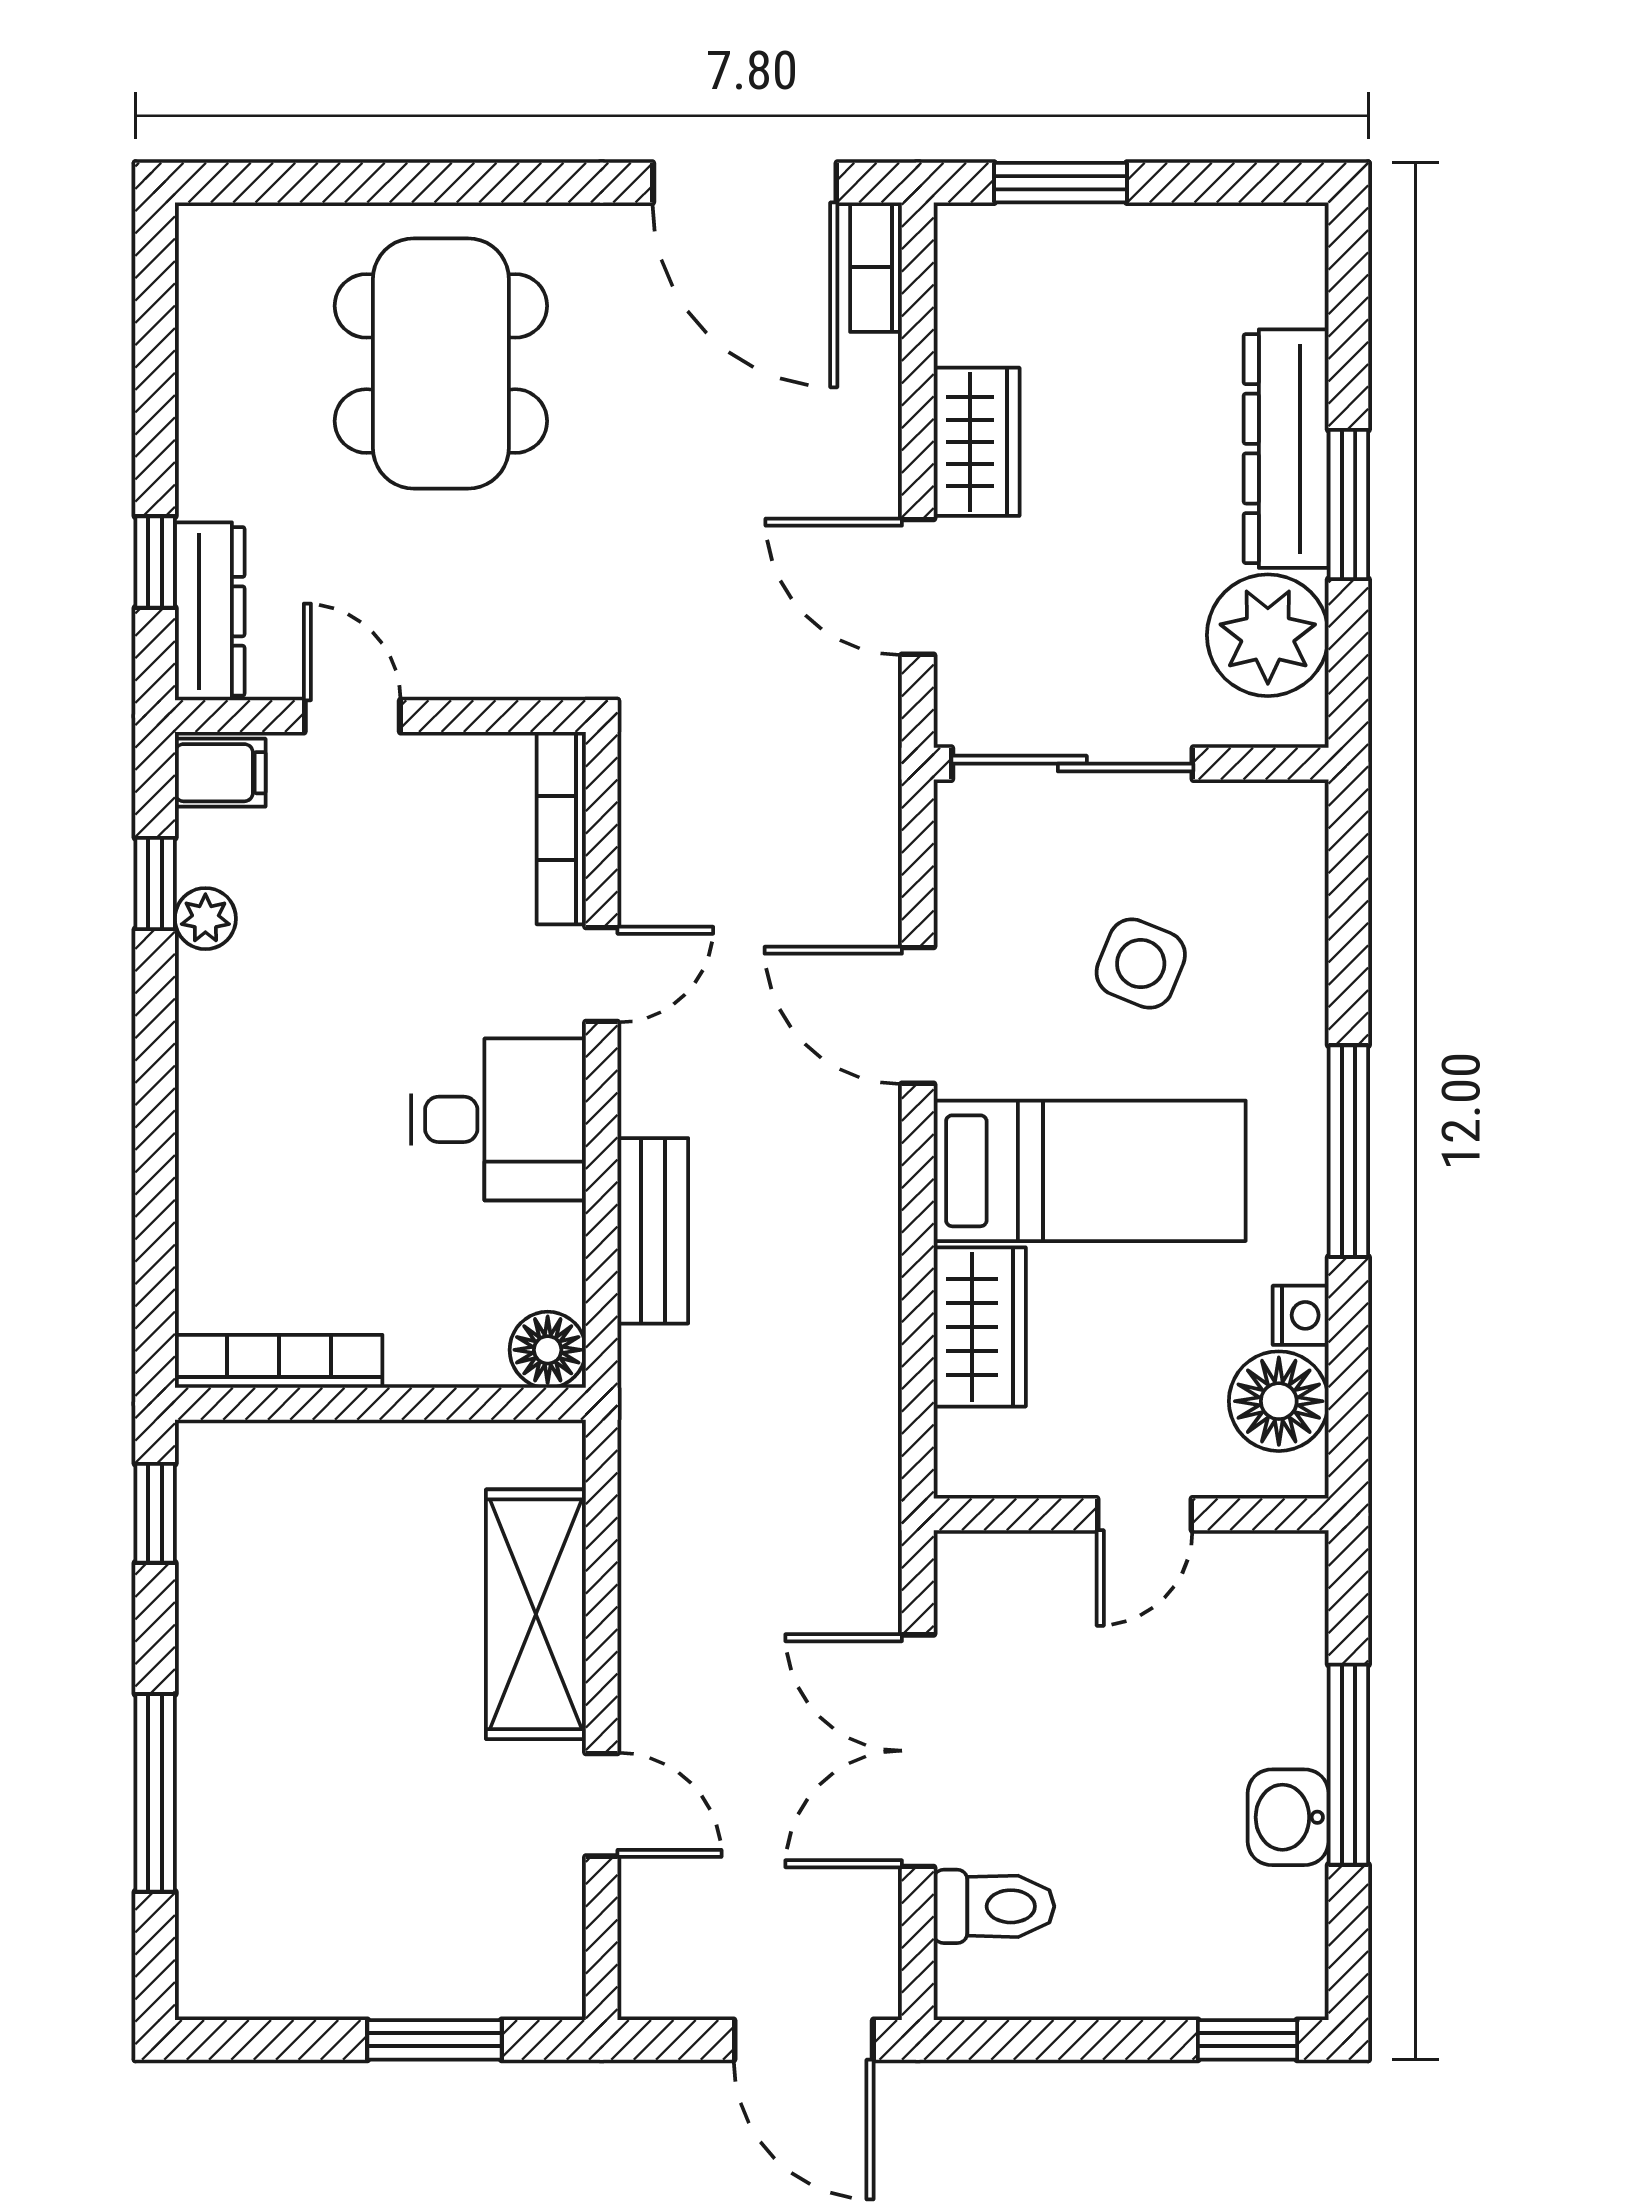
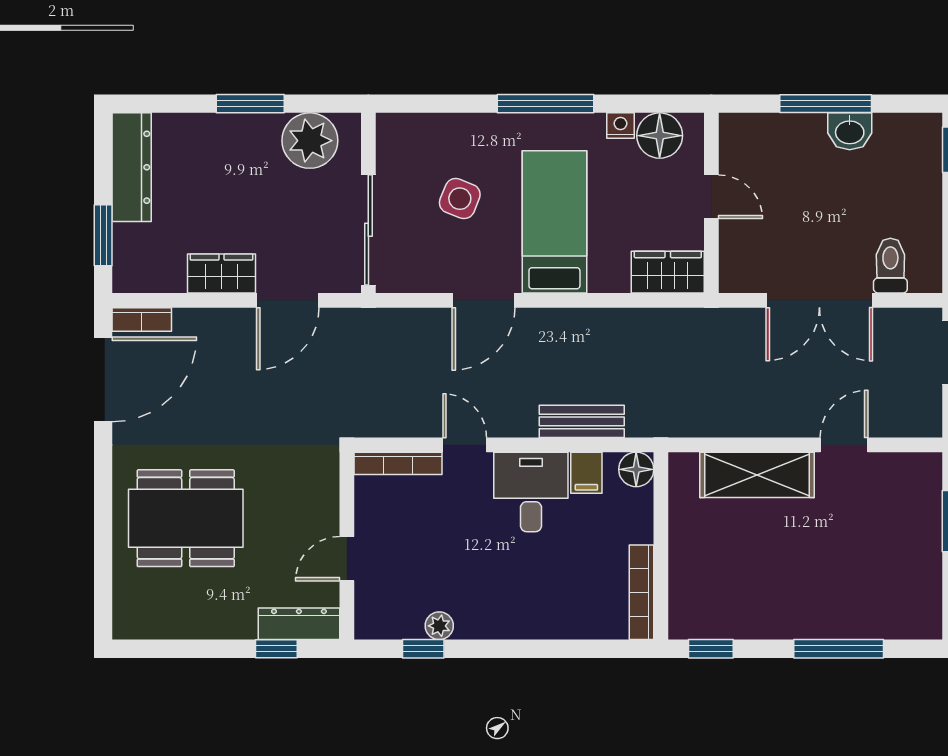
dresser: (1286, 449) -> (132, 167), moved, turned -90
filing cabinet: (220, 773) -> (586, 473), moved, turned 180
wardrobe: (980, 1327) -> (668, 272), moved

